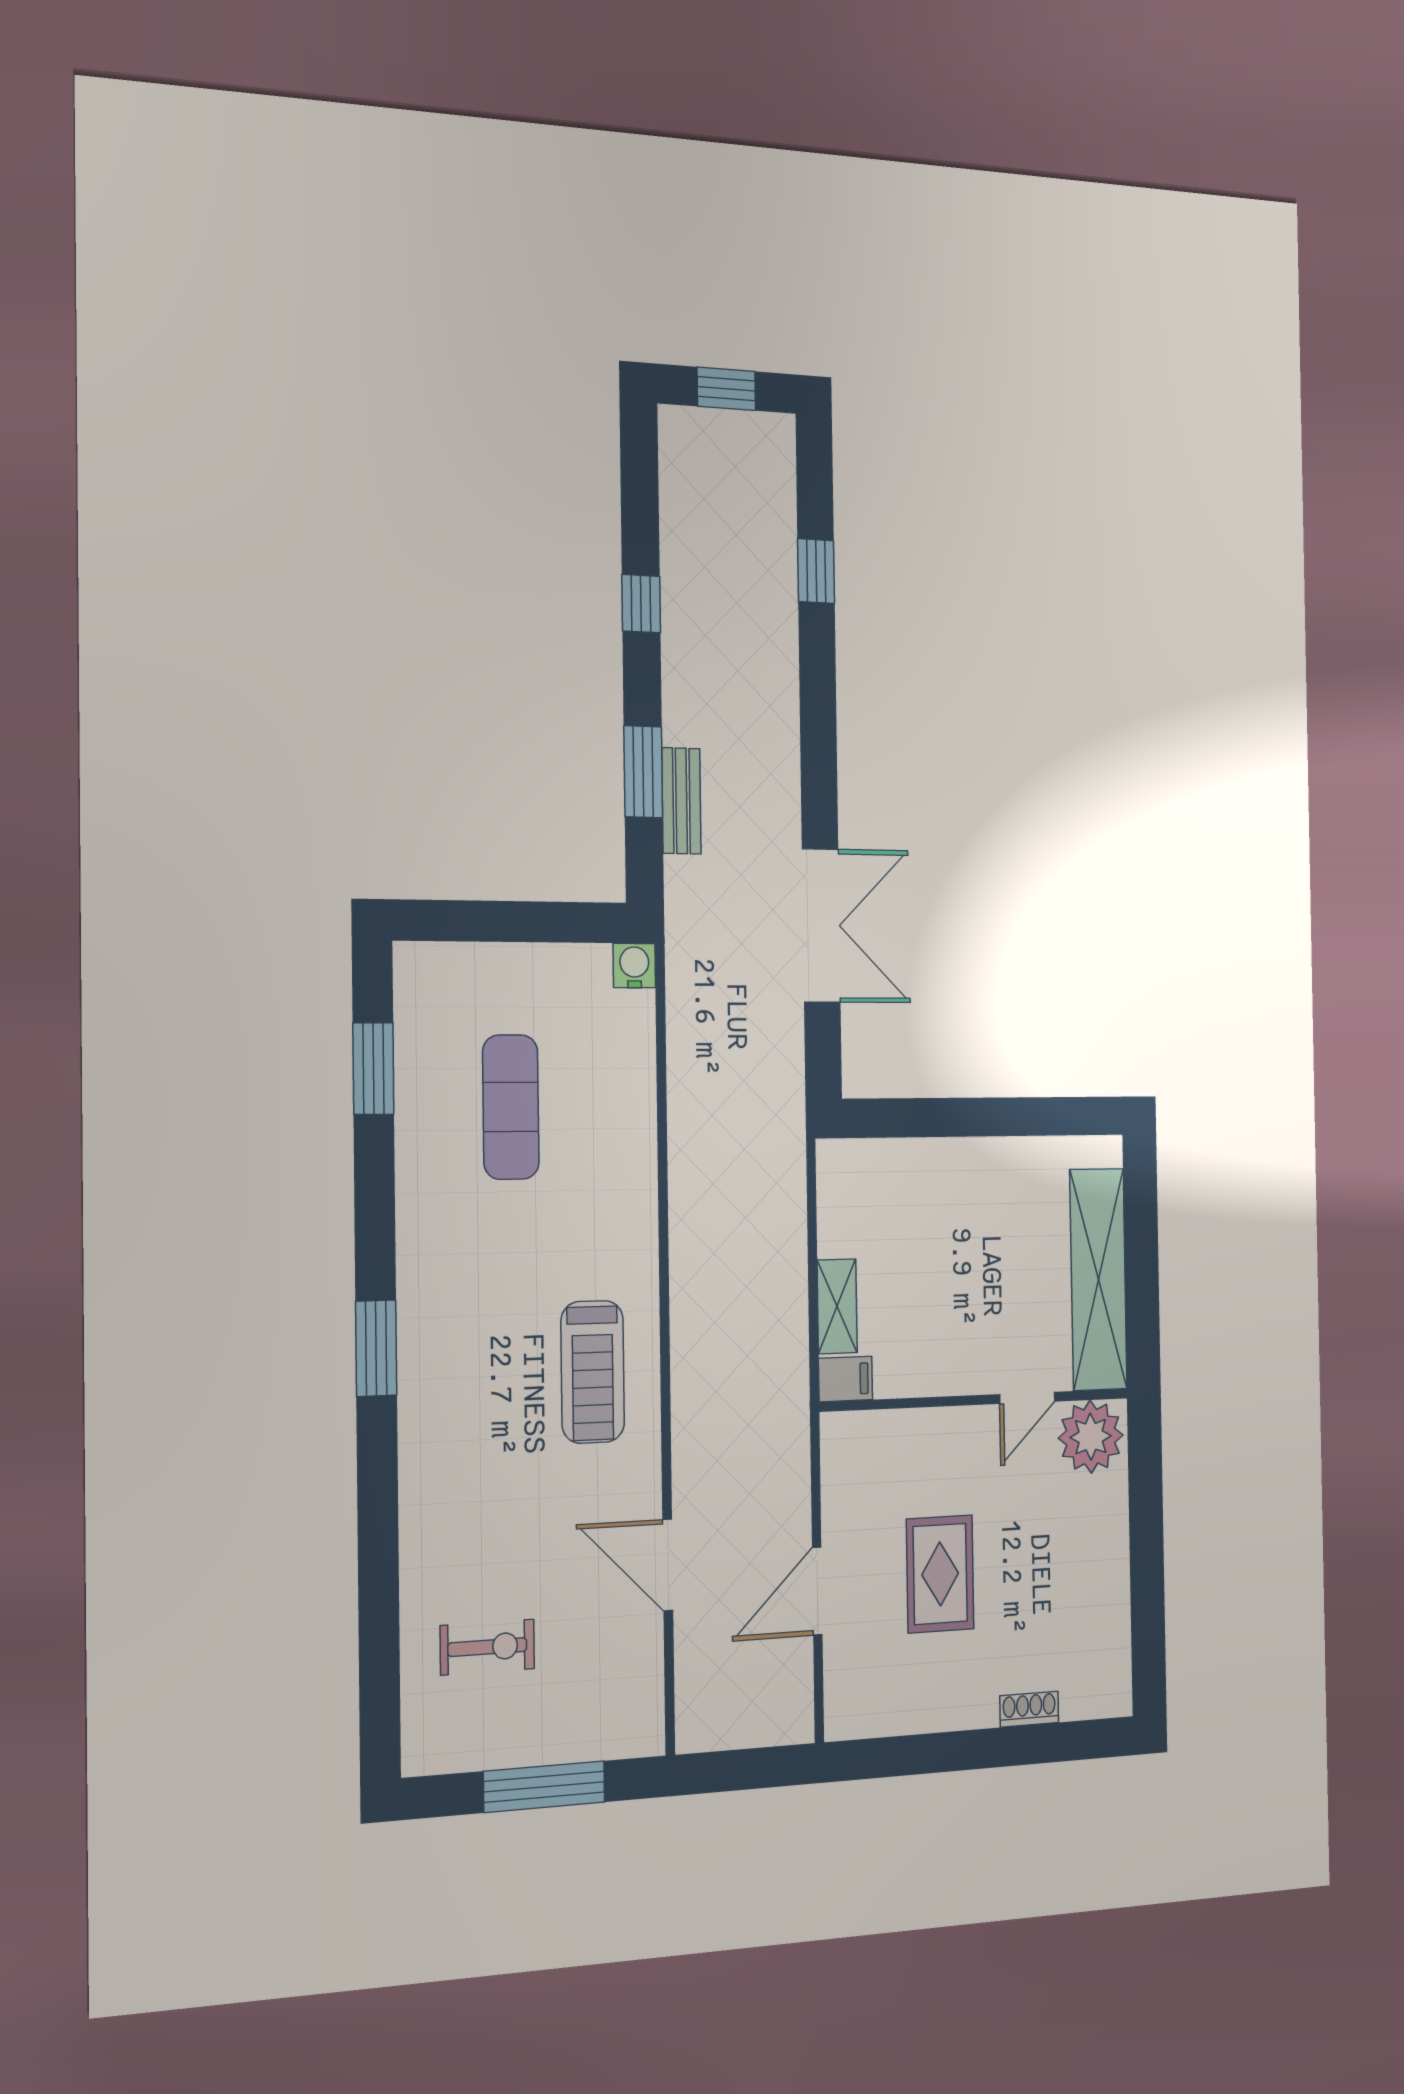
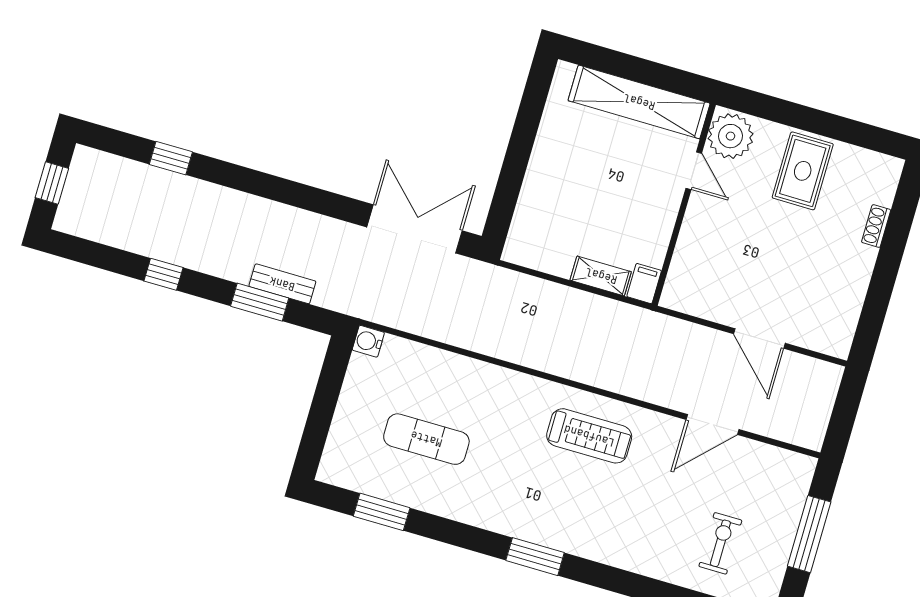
double door: (821, 926) -> (414, 229), moved
rug: (940, 1574) -> (803, 171), moved, turned 90

